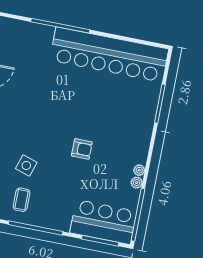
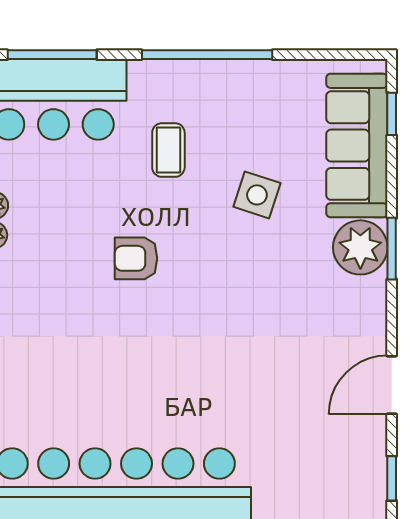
coffee table: (22, 200) -> (168, 150), moved

